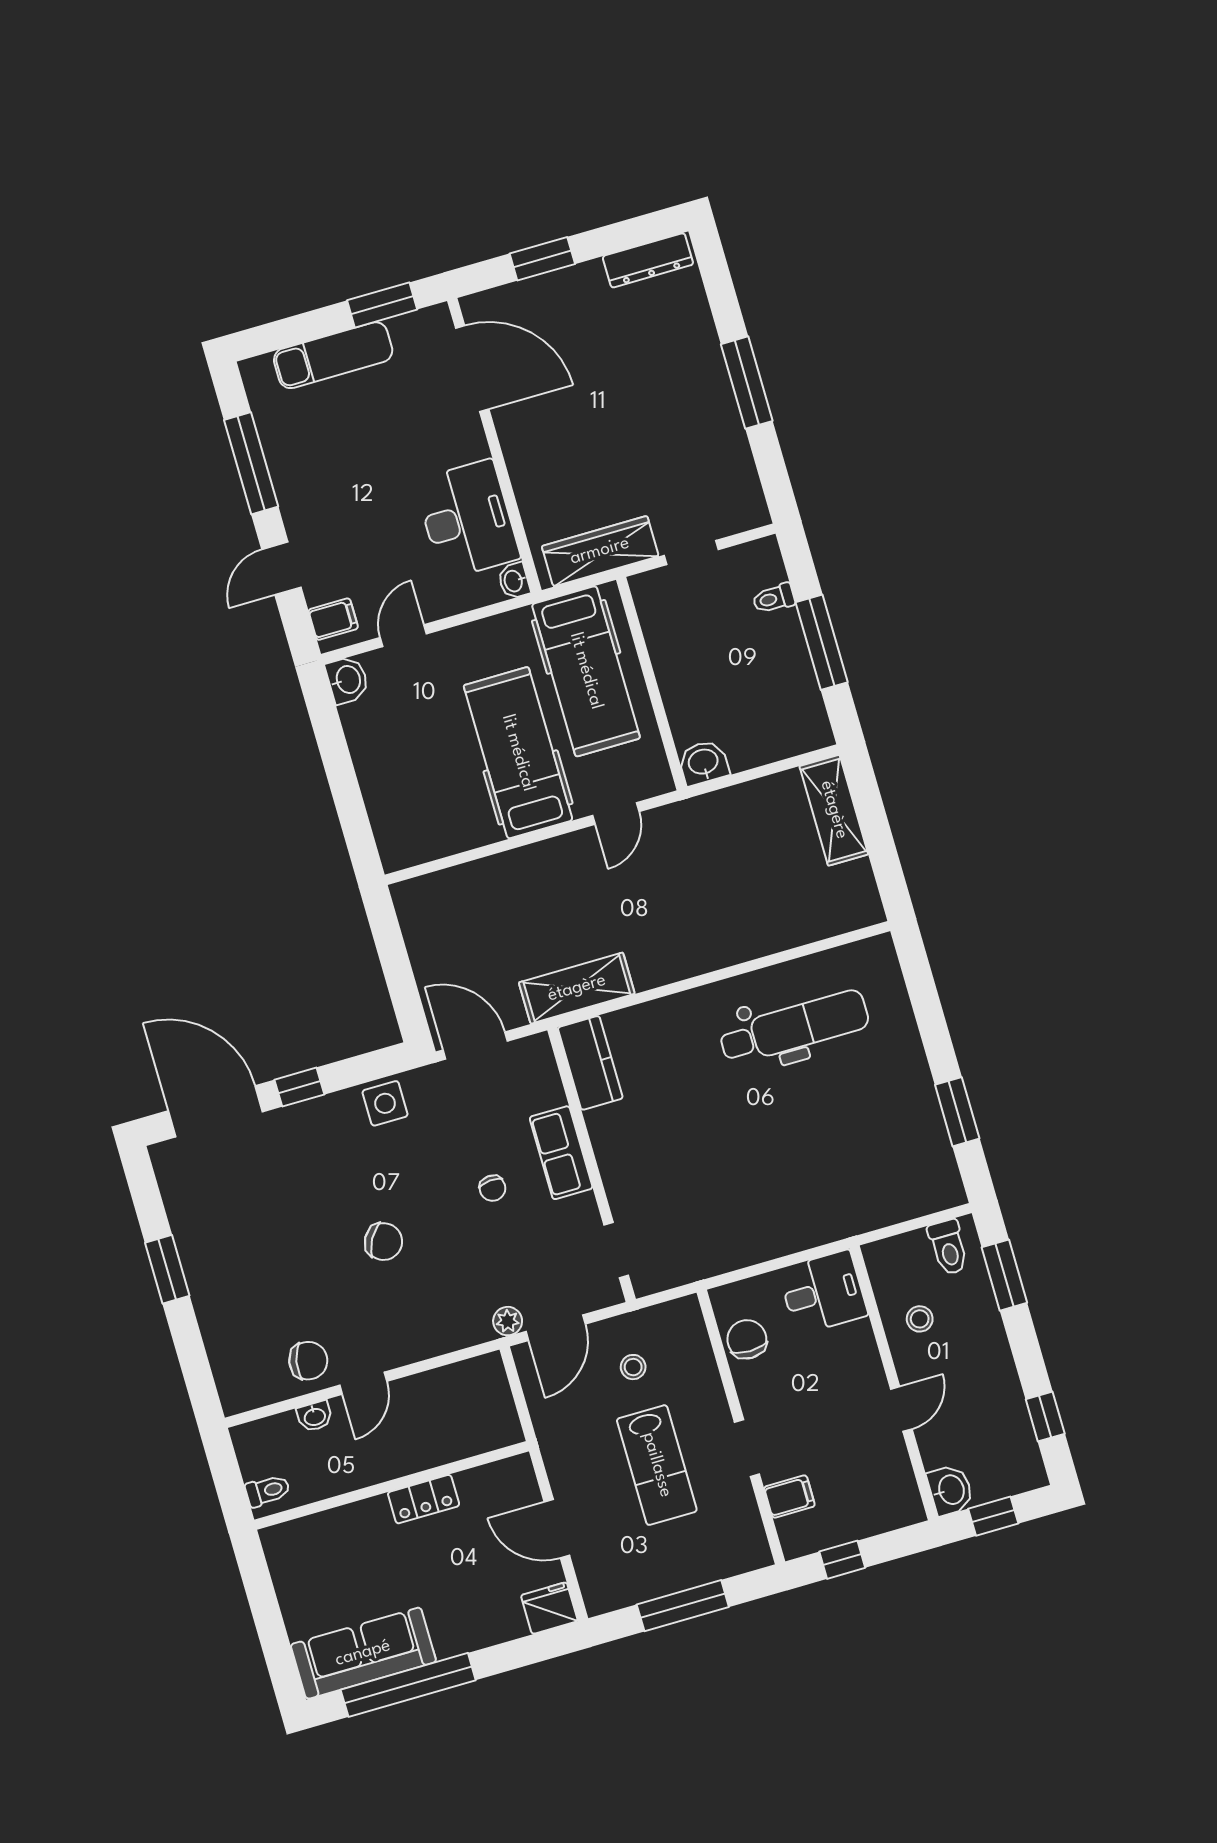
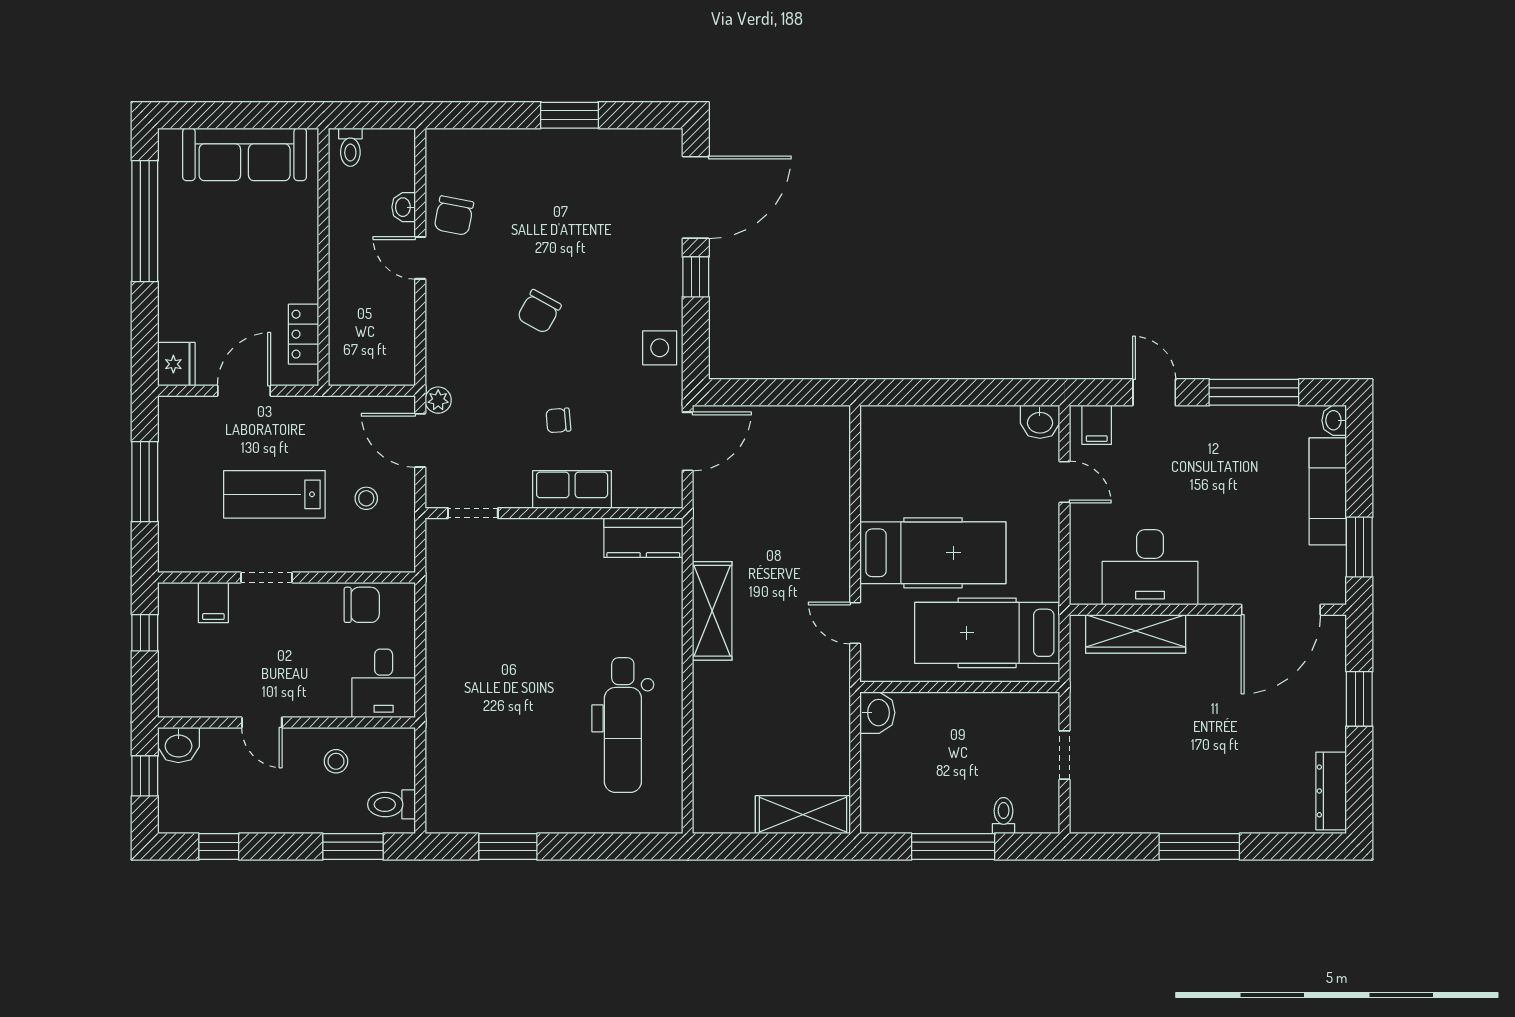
wardrobe: (600, 551) -> (1136, 634), moved, turned 90
washbasin: (514, 581) -> (1334, 420), moved, turned -90
shelving: (577, 988) -> (712, 611), moved
locker: (424, 1499) -> (304, 334), moved
sofa: (363, 1653) -> (245, 154), moved, turned 90

